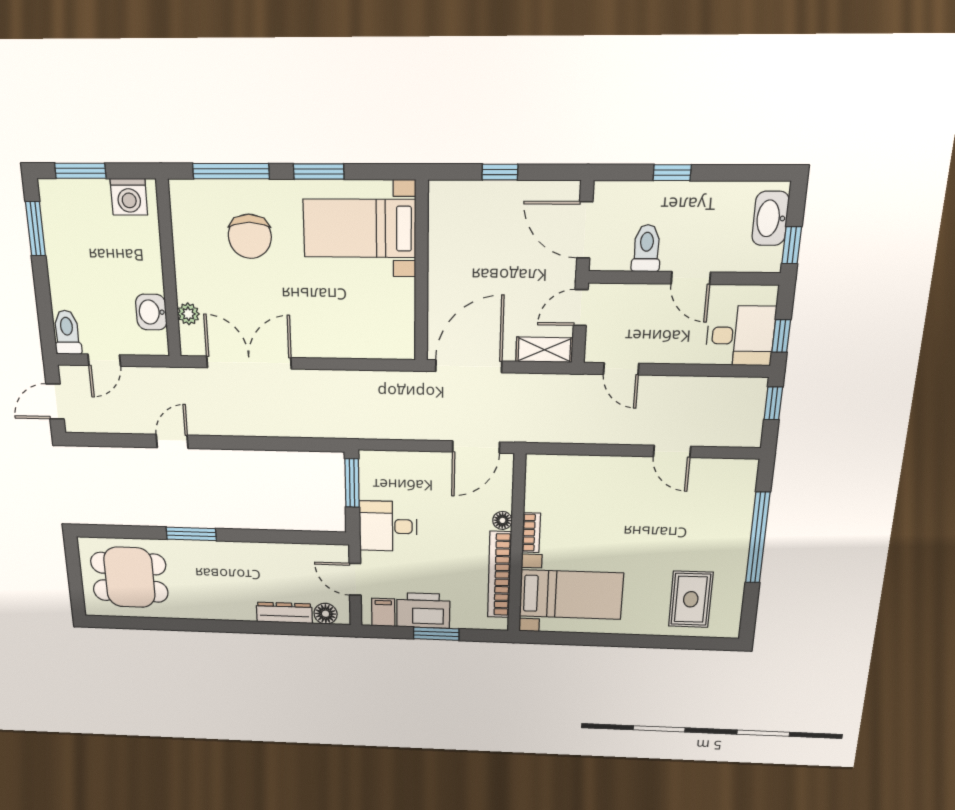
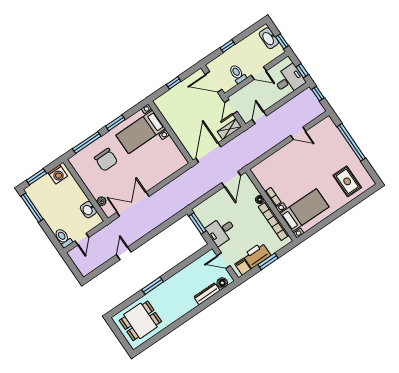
window: (36, 229) -> (32, 208), width x1.44
door: (621, 369) -> (259, 118), swing flipped
door: (55, 401) -> (73, 268), removed

